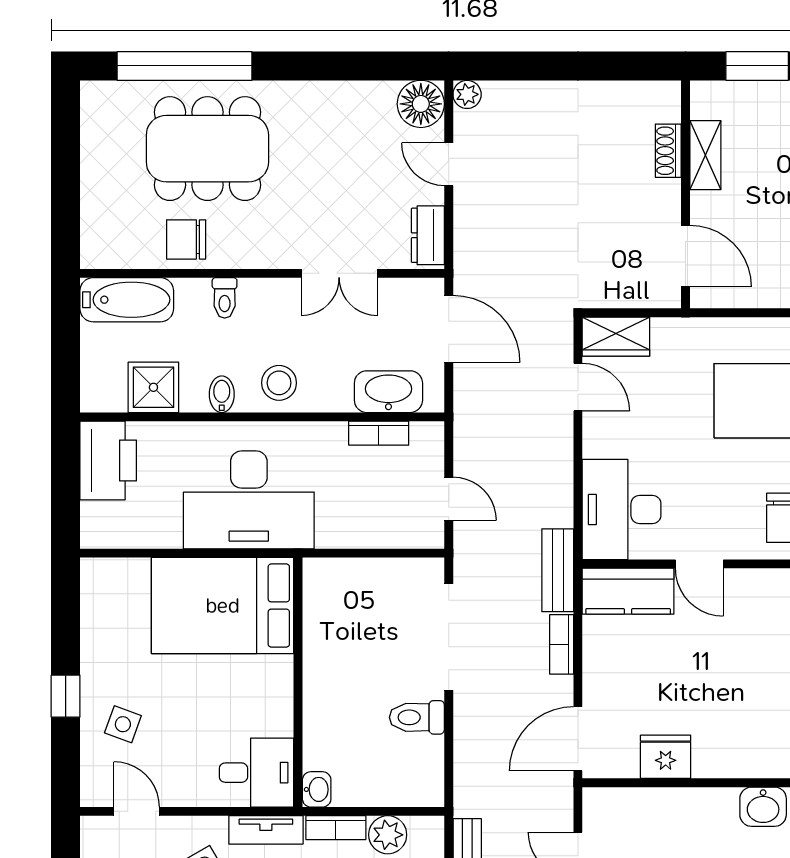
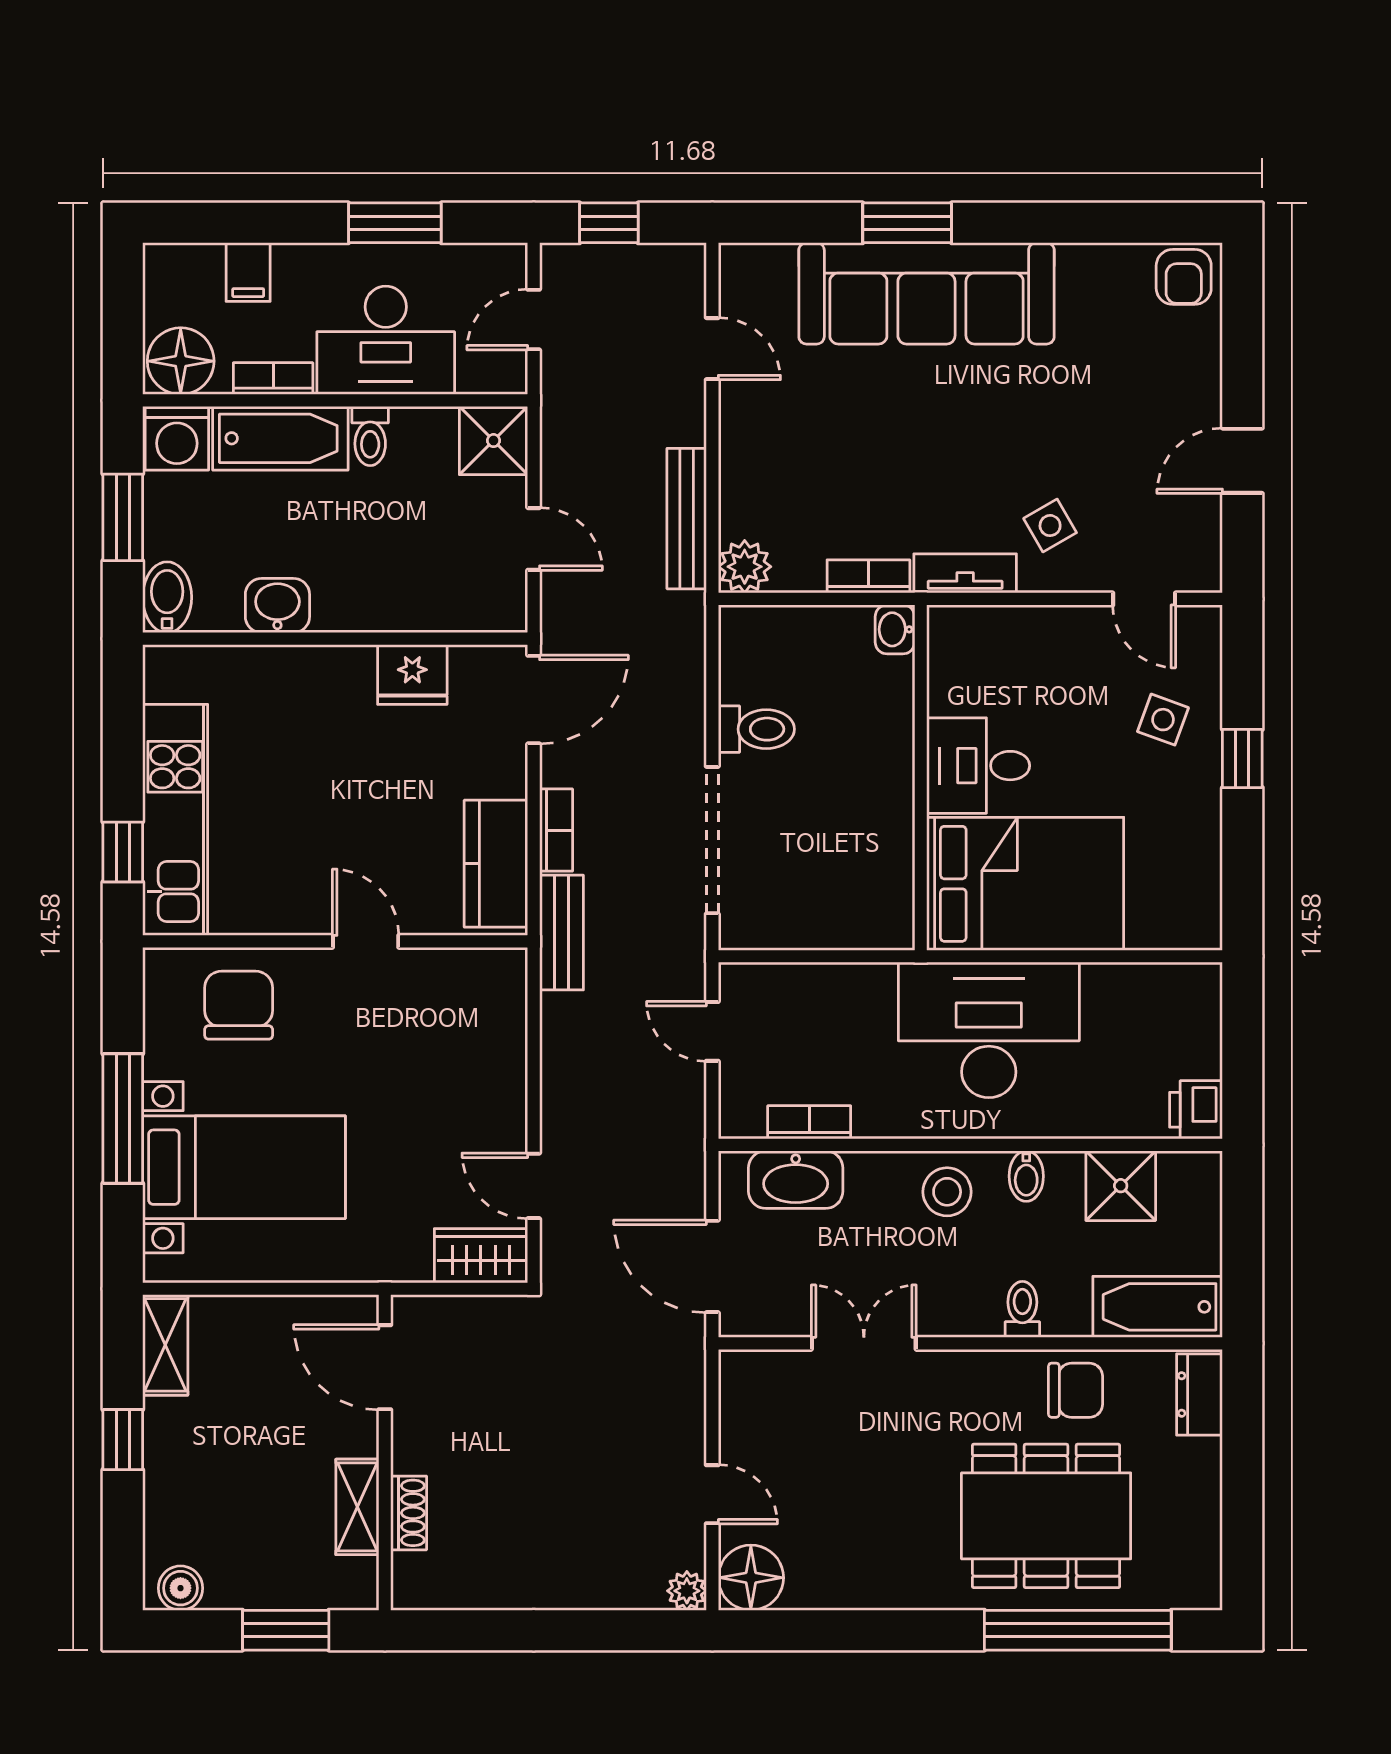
dresser: (428, 235) -> (1200, 1394), moved, turned 180
printer: (108, 460) -> (1196, 1110), width x0.53, depth x0.68
desk: (622, 509) -> (473, 1017), removed
kitchen counter: (628, 591) -> (496, 864), moved, turned -90
desk: (257, 773) -> (978, 766), moved
plant: (388, 835) -> (745, 567), moved

